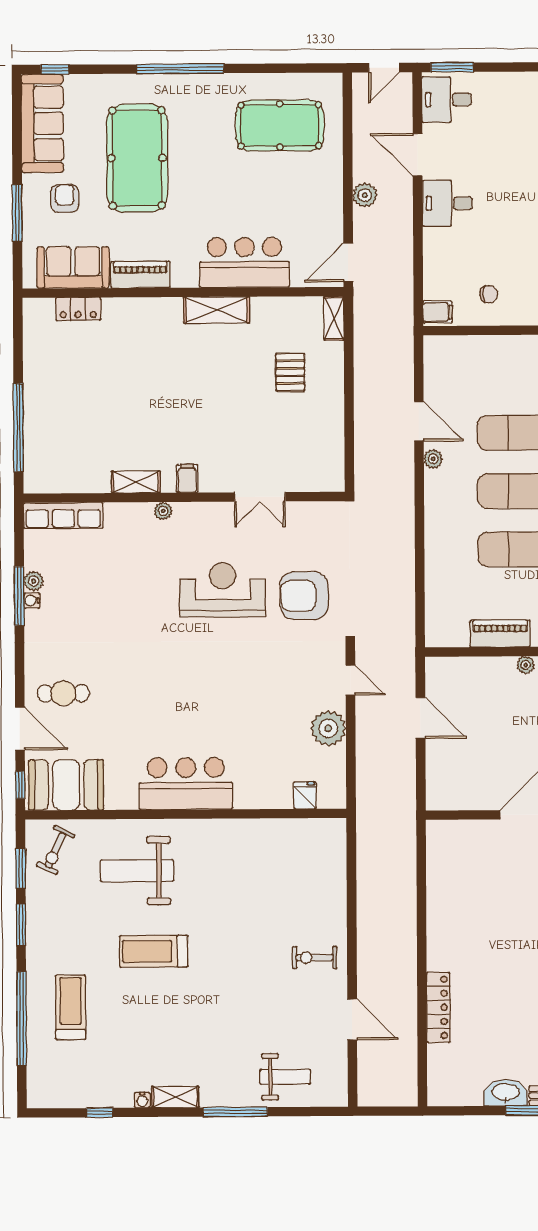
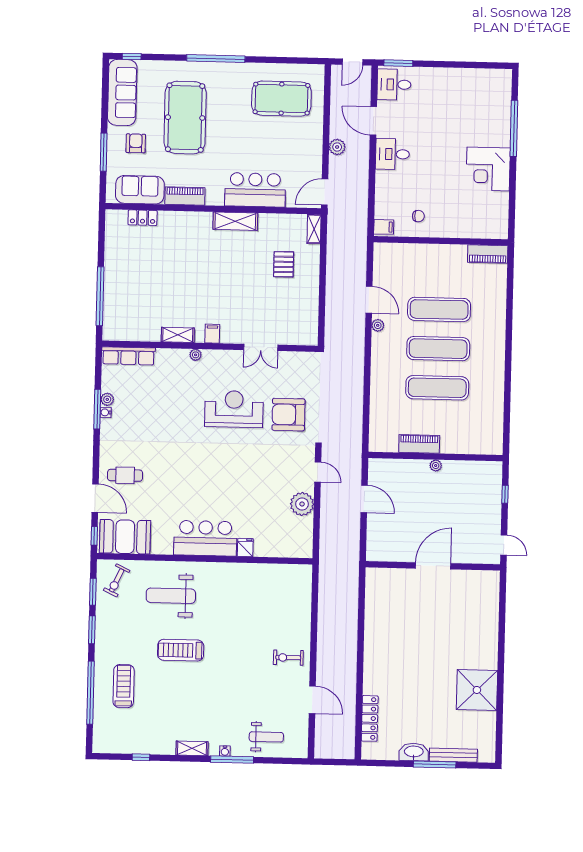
fridge: (305, 795) -> (245, 548), moved
locker: (438, 1007) -> (370, 718), moved
water cooler: (142, 1100) -> (225, 751), moved

